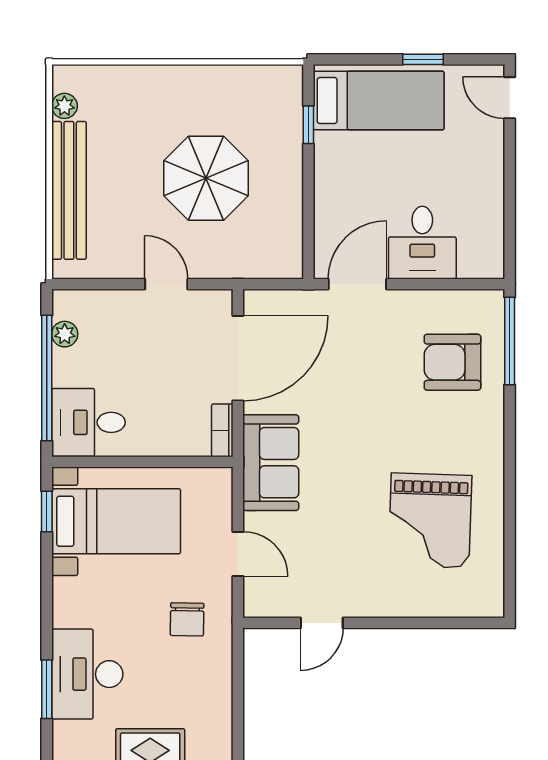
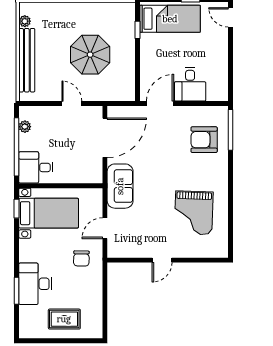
bookcase: (222, 430) -> (98, 171), removed
door: (238, 554) -> (105, 228), swing flipped
door: (322, 623) -> (162, 260), moved

